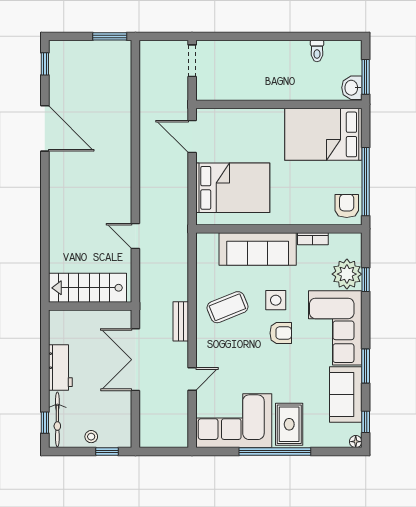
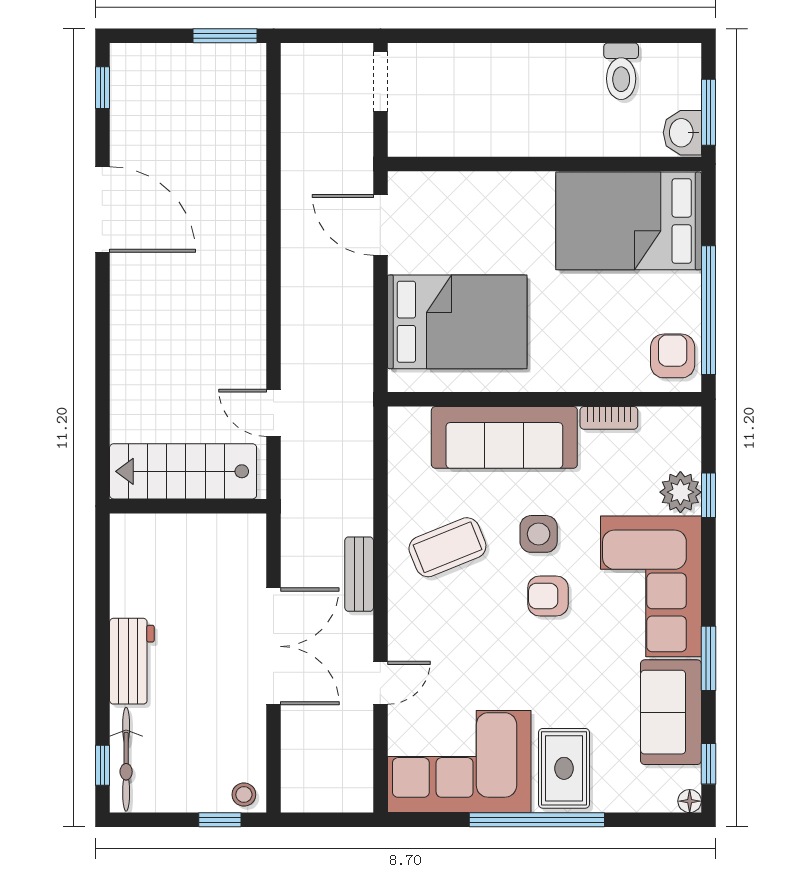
toilet: (317, 51) -> (621, 71), width x1.37, depth x1.39
plant: (347, 274) -> (680, 492), width x0.73, depth x0.73
stairs: (87, 288) -> (183, 471), moved
wall: (90, 306) -> (188, 506), moved
armchair: (281, 333) -> (548, 596), turned 180
double door: (135, 360) -> (274, 646), swing flipped
stool: (91, 437) -> (244, 795), moved

